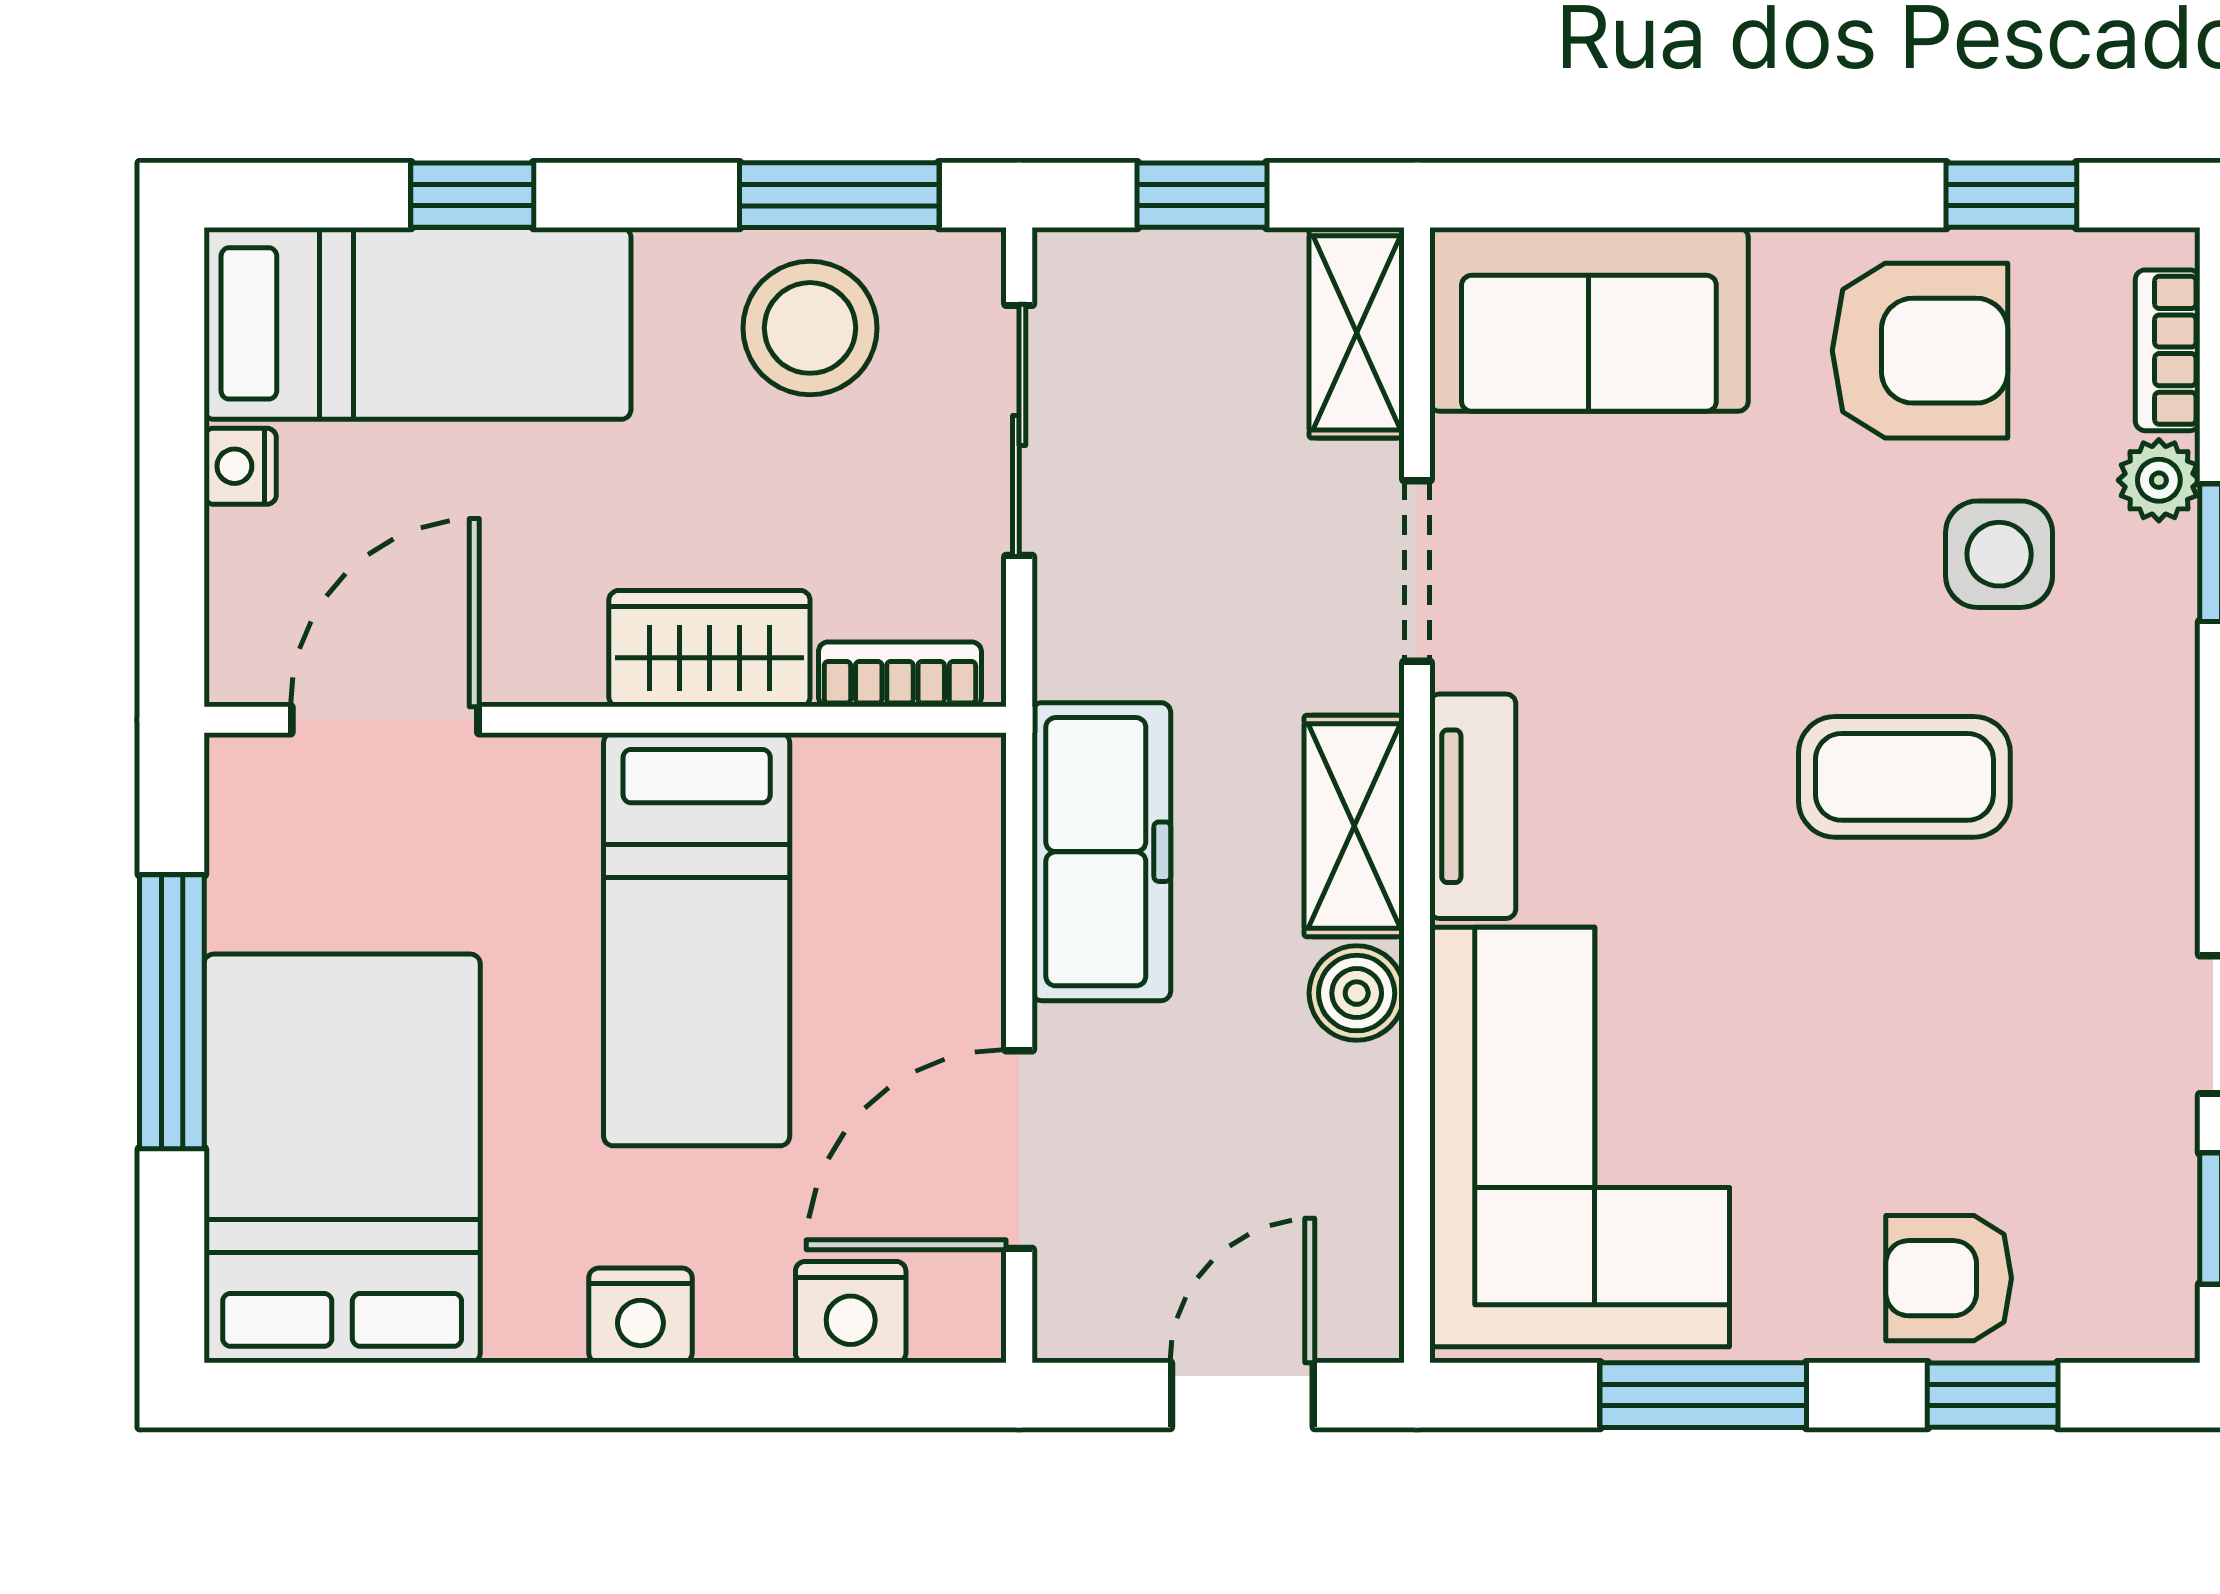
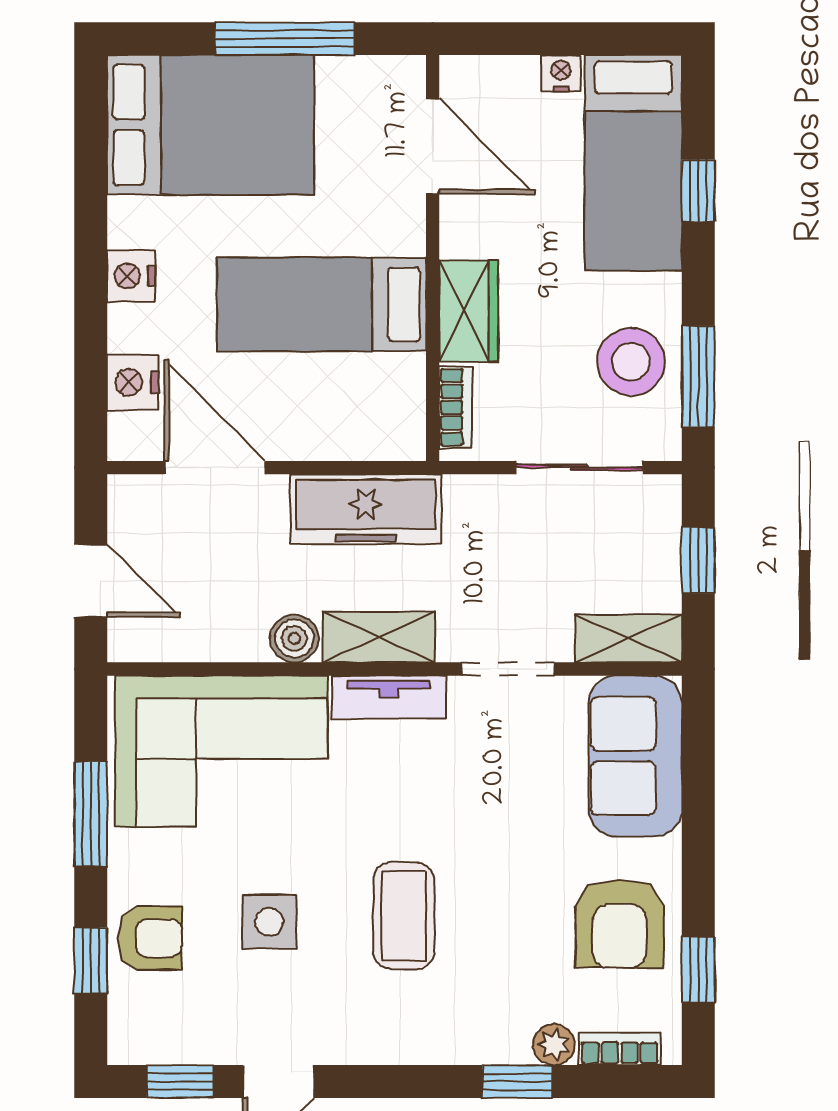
side table: (1999, 554) -> (269, 922), moved
armchair: (1949, 1278) -> (150, 938), turned 90

